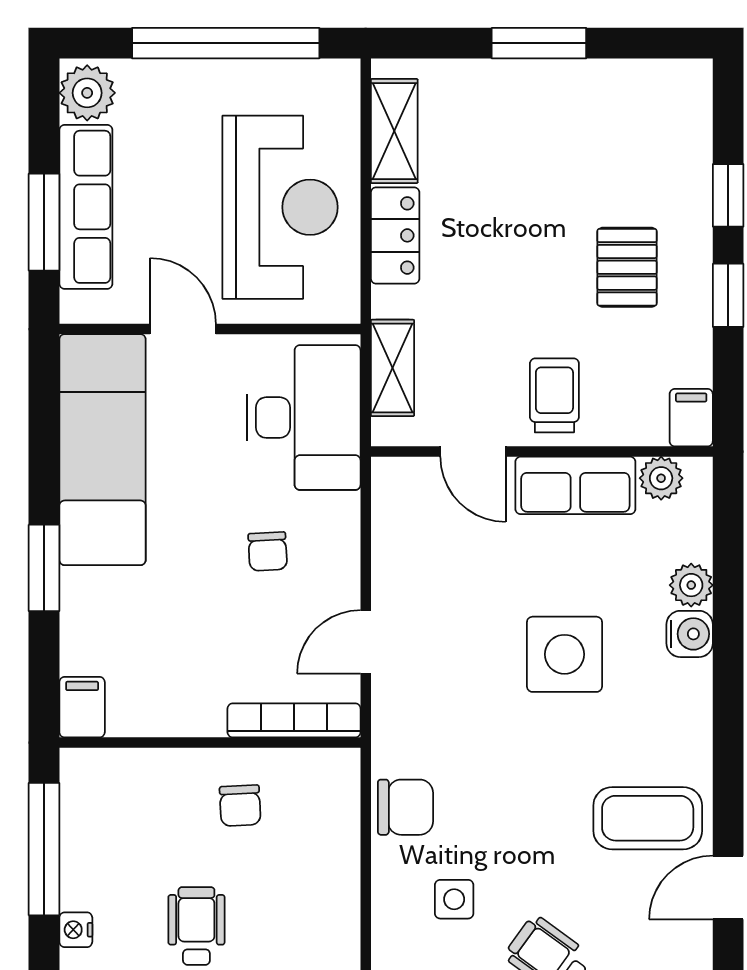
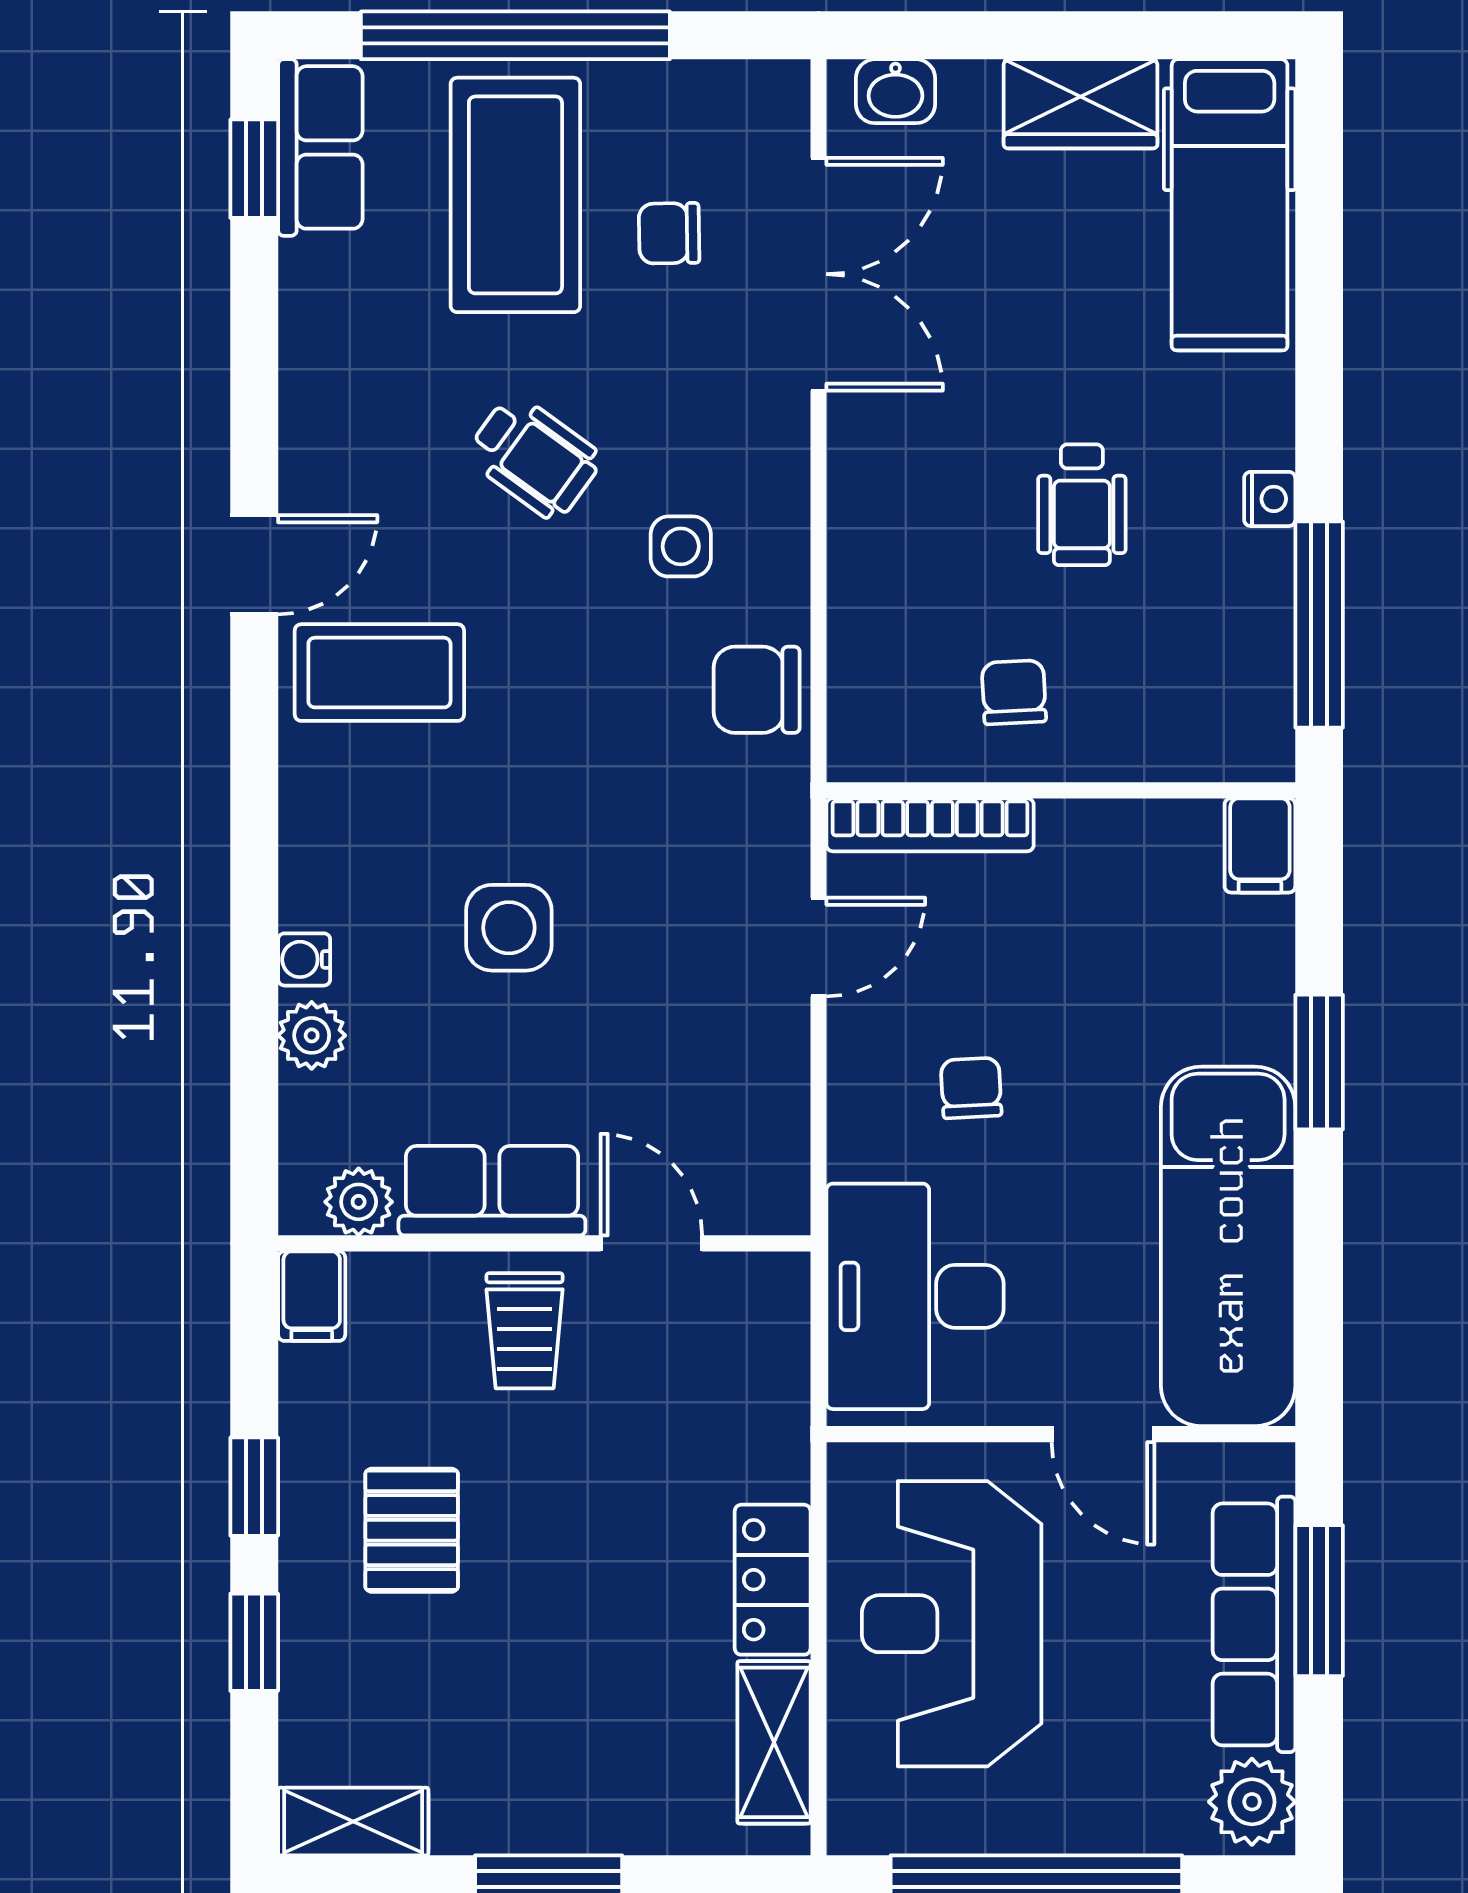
shelving: (392, 368) -> (353, 1821), moved, turned 90
water cooler: (690, 634) -> (304, 959), width x0.72, depth x0.72
side table: (564, 654) -> (509, 928), width x0.73, depth x0.73

